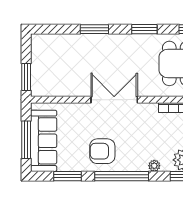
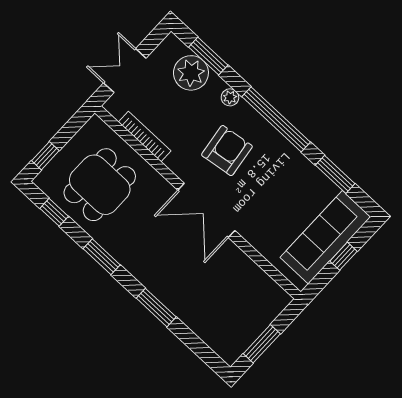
window: (26, 77) -> (262, 344), moved
window: (26, 140) -> (343, 256), width x0.46
armchair: (102, 151) -> (227, 151), moved, turned -98

